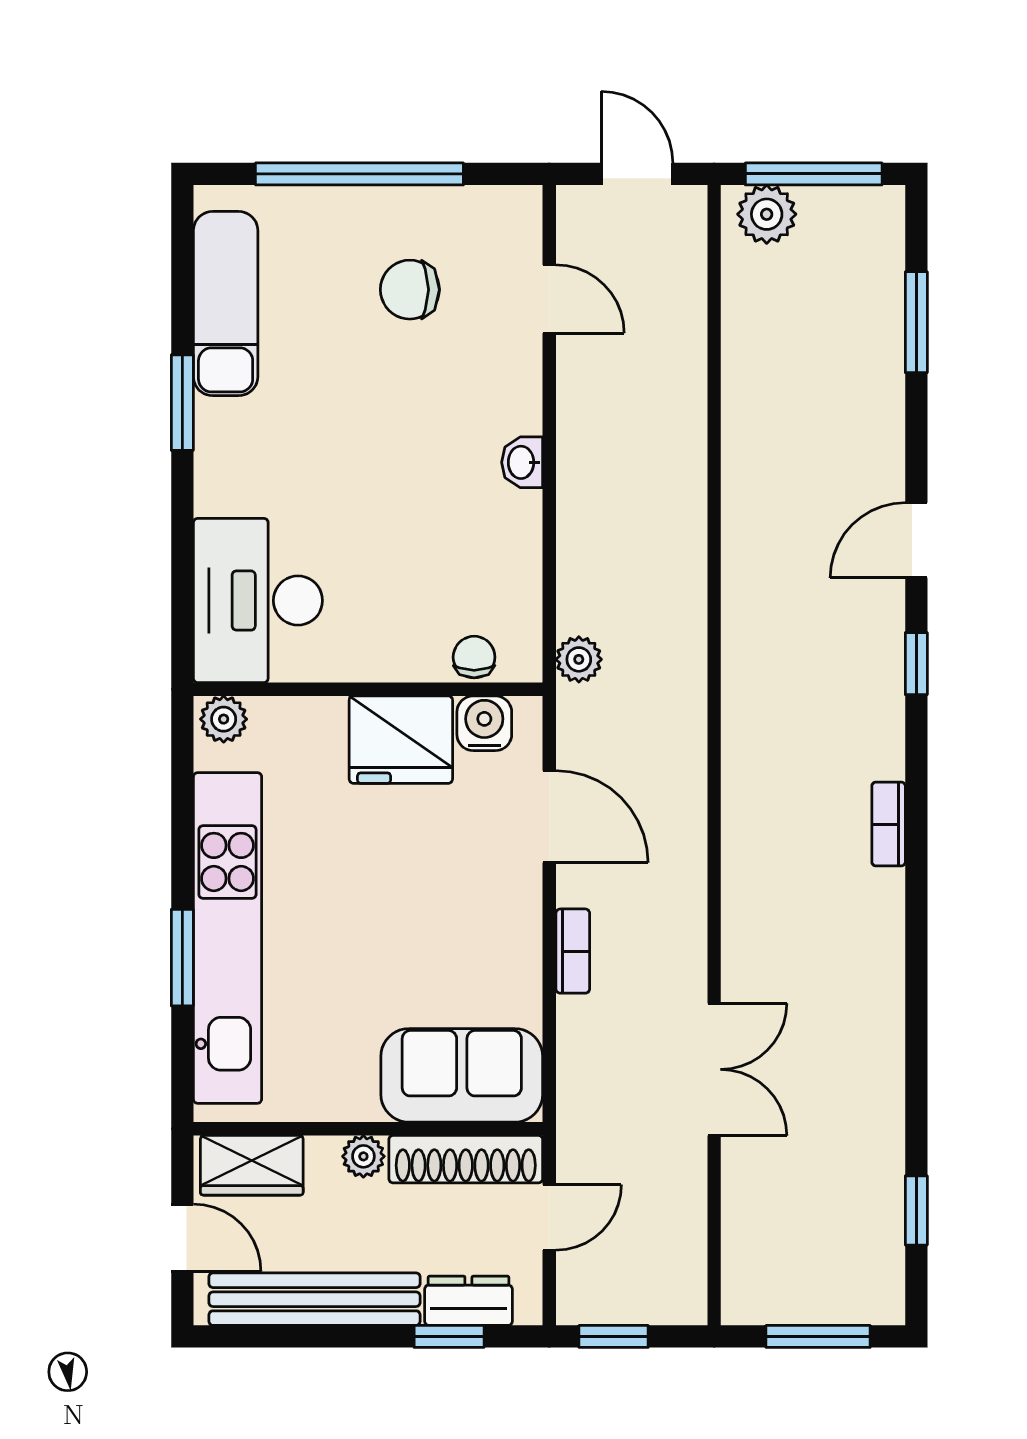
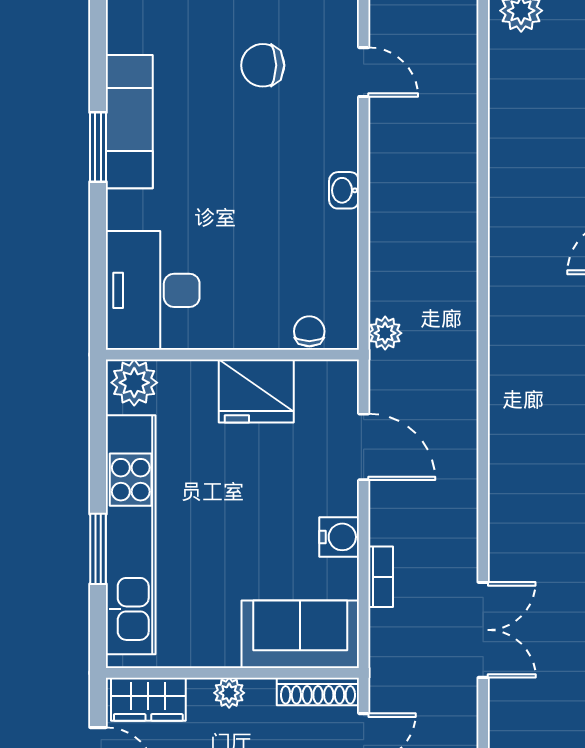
exam couch: (226, 304) -> (129, 122), moved
plant: (224, 719) -> (134, 383), width x1.38, depth x1.38
water cooler: (484, 723) -> (339, 537), moved, turned 90
bookcase: (573, 951) -> (381, 577), moved
shoe rack: (466, 1159) -> (318, 692), width x0.74, depth x0.81

